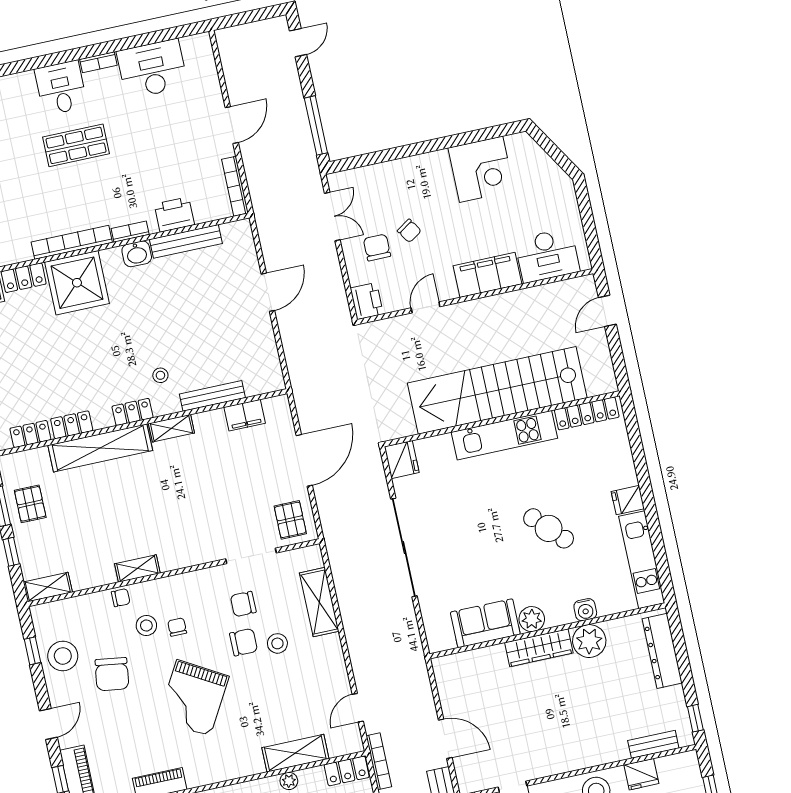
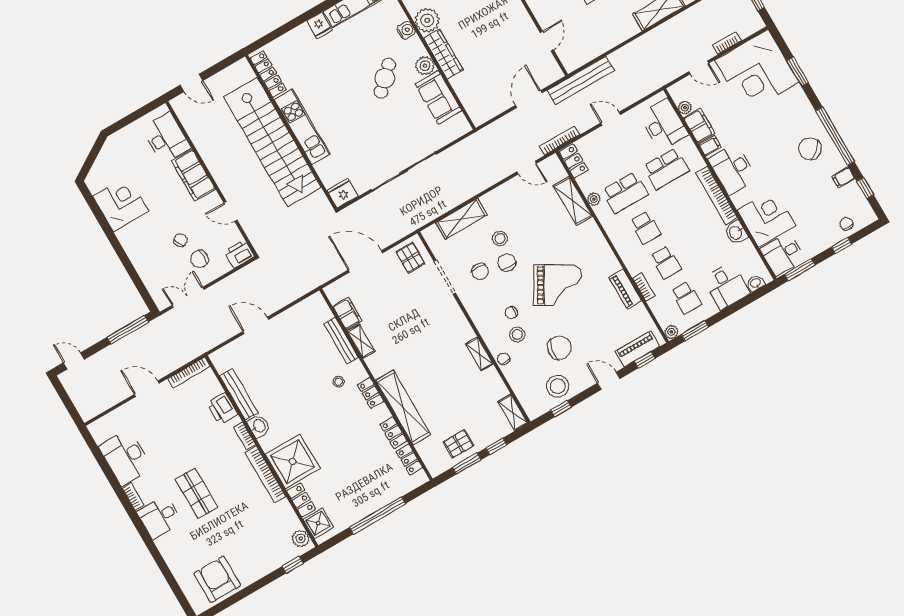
shelving: (171, 428) -> (361, 341), moved
pallet: (290, 520) -> (410, 258), turned 90
cafe table: (549, 528) -> (385, 78), moved

